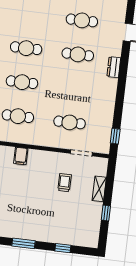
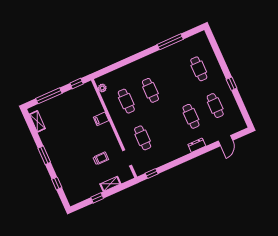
cafe table: (26, 48) -> (199, 69), moved

